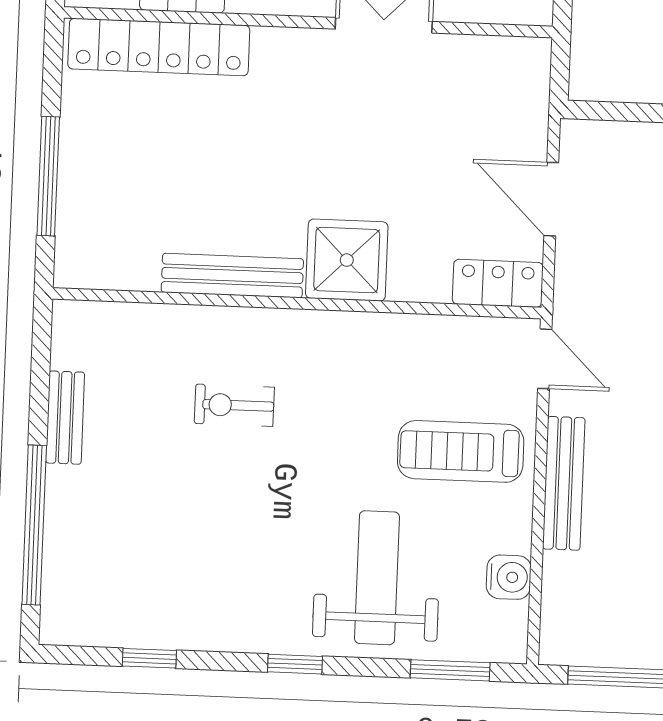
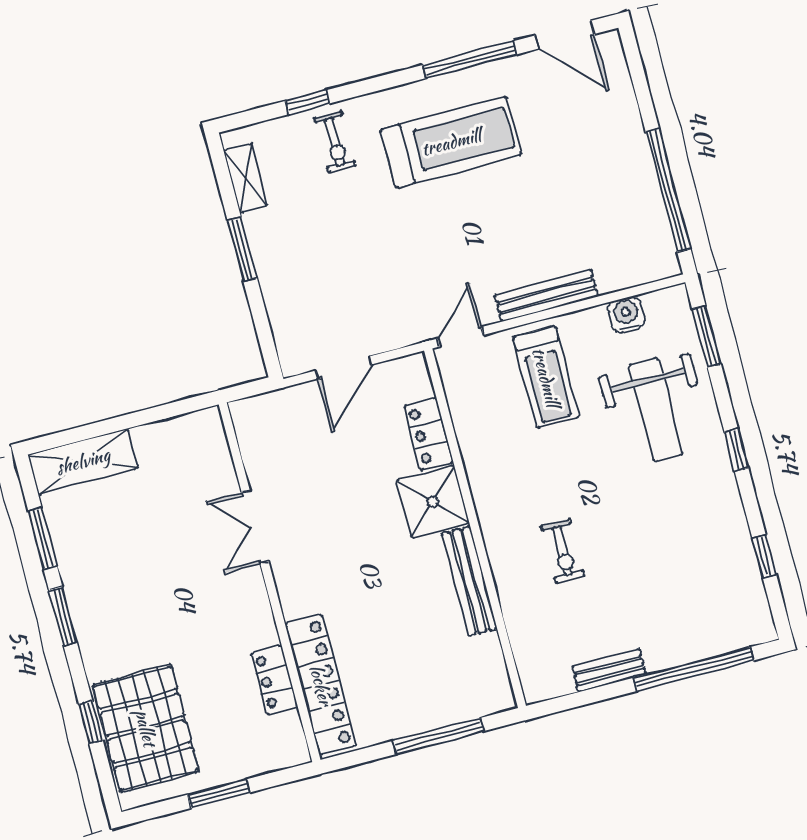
locker: (498, 283) -> (429, 434), moved
weight bench: (377, 578) -> (656, 410), turned -90

